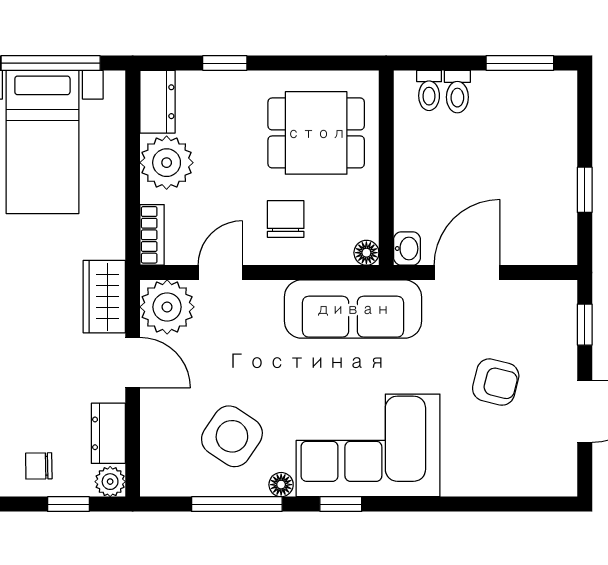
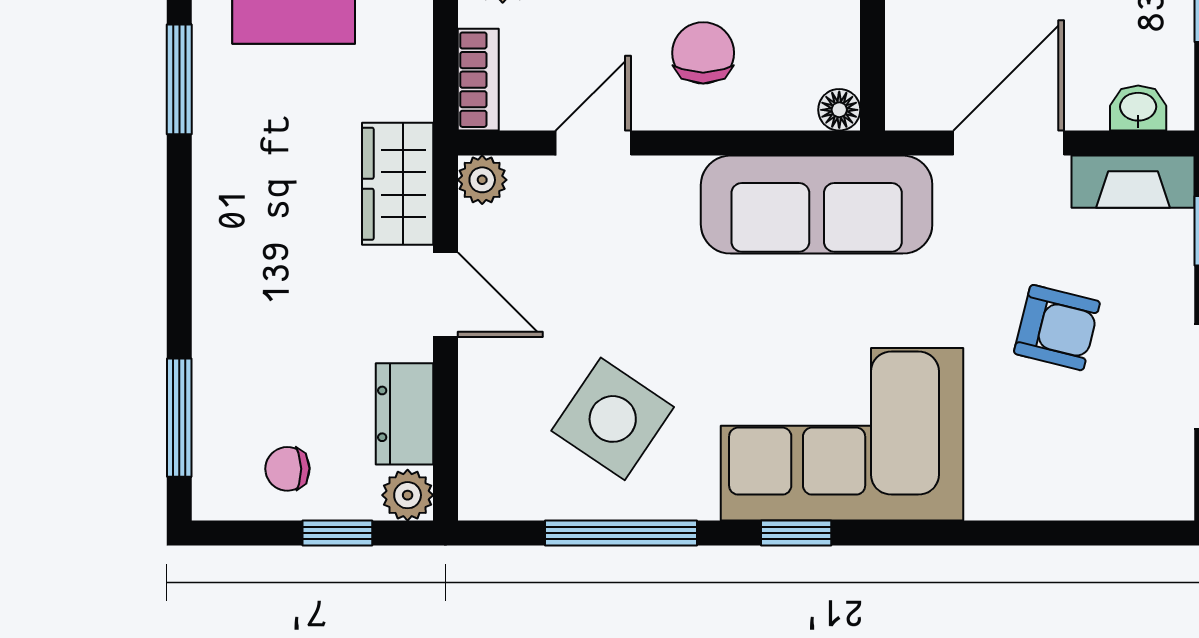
washbasin: (407, 249) -> (1138, 108), moved, turned -90
fireplace: (541, 295) -> (1133, 182), added
plant: (167, 307) -> (482, 180), width x0.53, depth x0.53
floor lamp: (281, 485) -> (695, 500), removed

